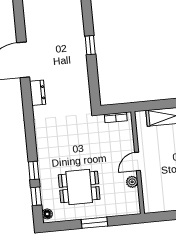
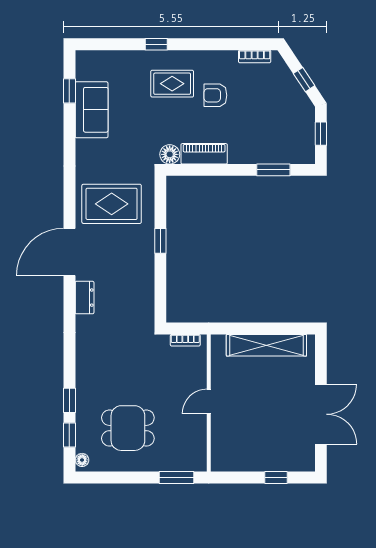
rug: (51, 21) -> (112, 204), added
plant: (132, 182) -> (199, 428), removed
window: (94, 223) -> (176, 477), moved

